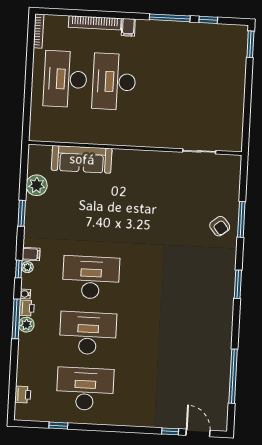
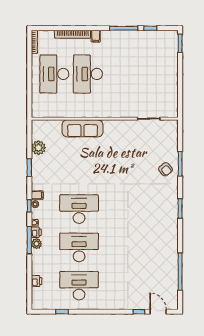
sofa: (82, 159) -> (83, 128), moved
printer: (23, 395) -> (37, 281), moved

